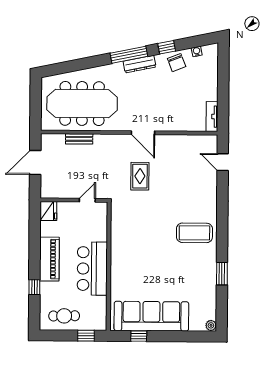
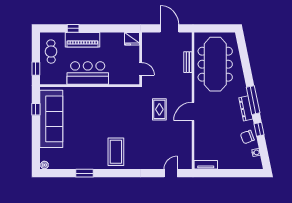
rug: (140, 176) -> (159, 109), turned 90
piano: (49, 259) -> (83, 40), moved

